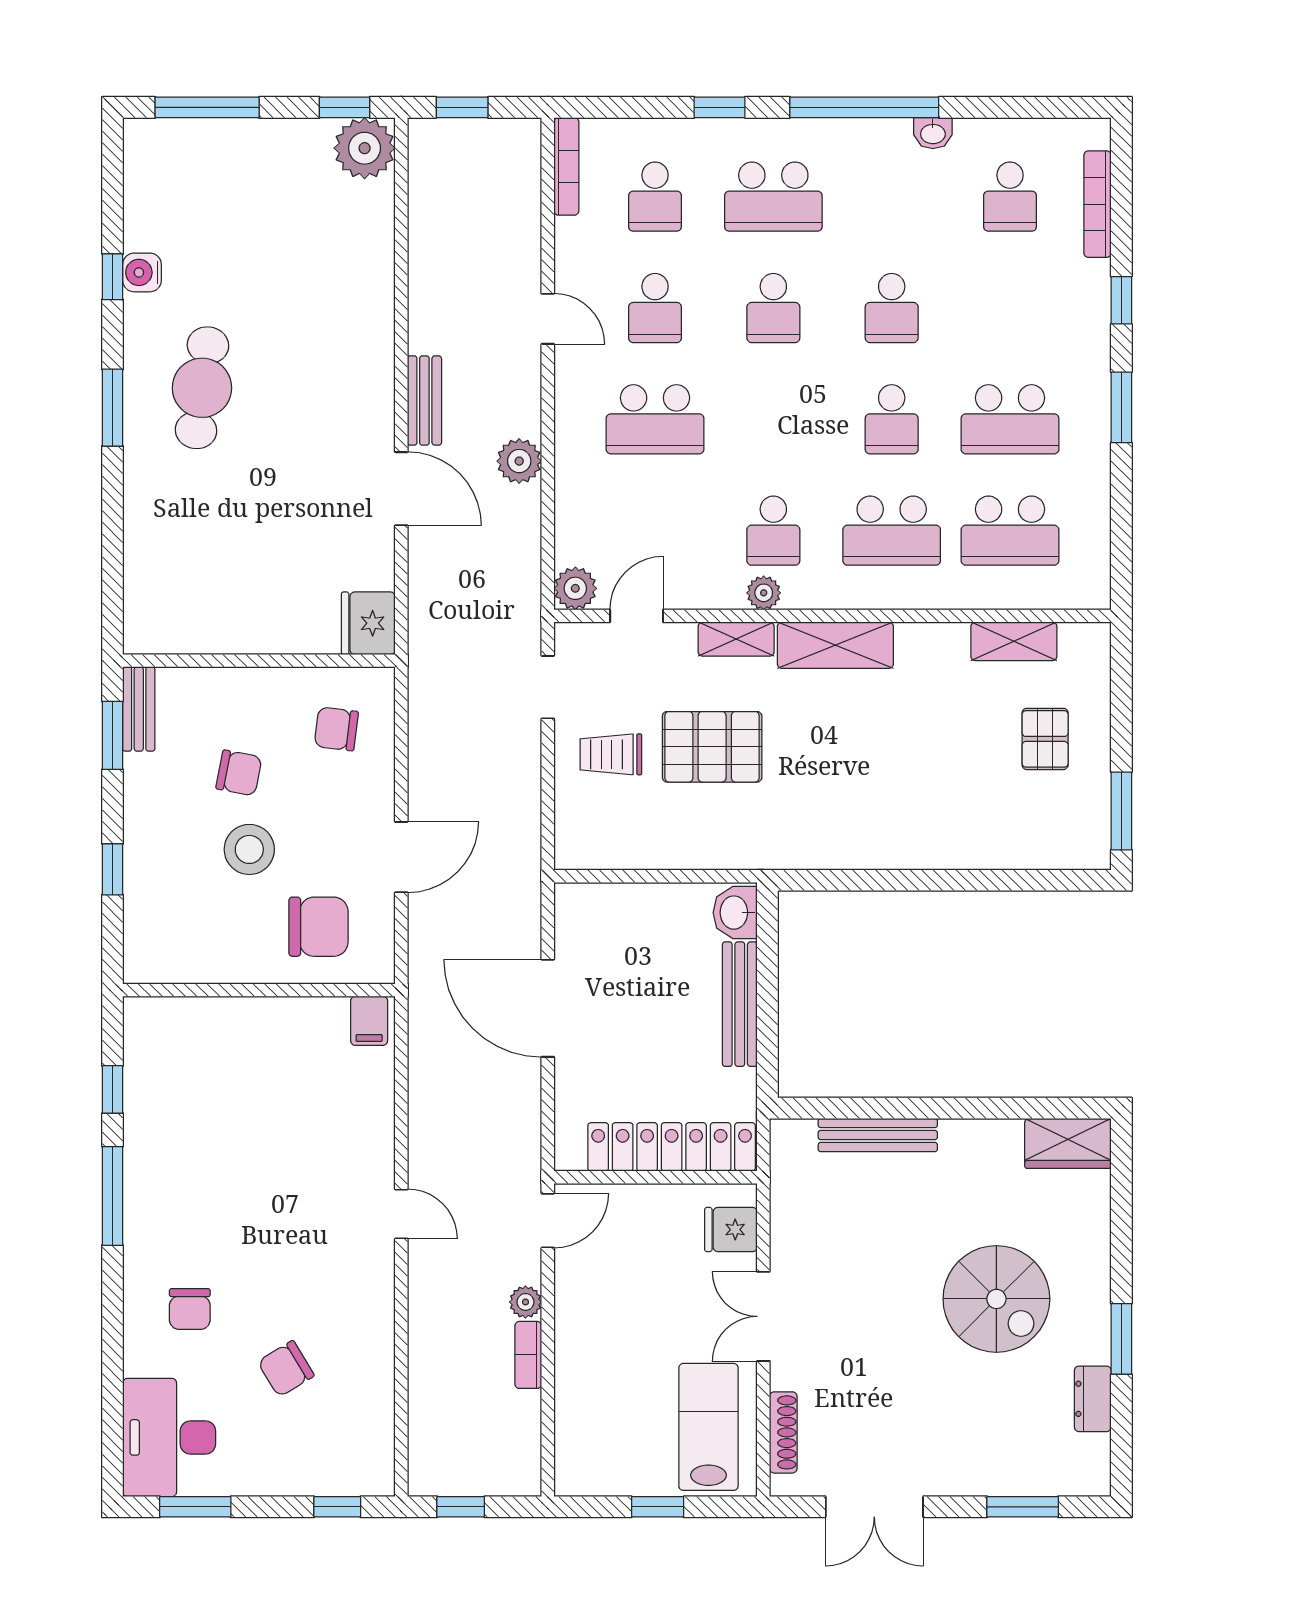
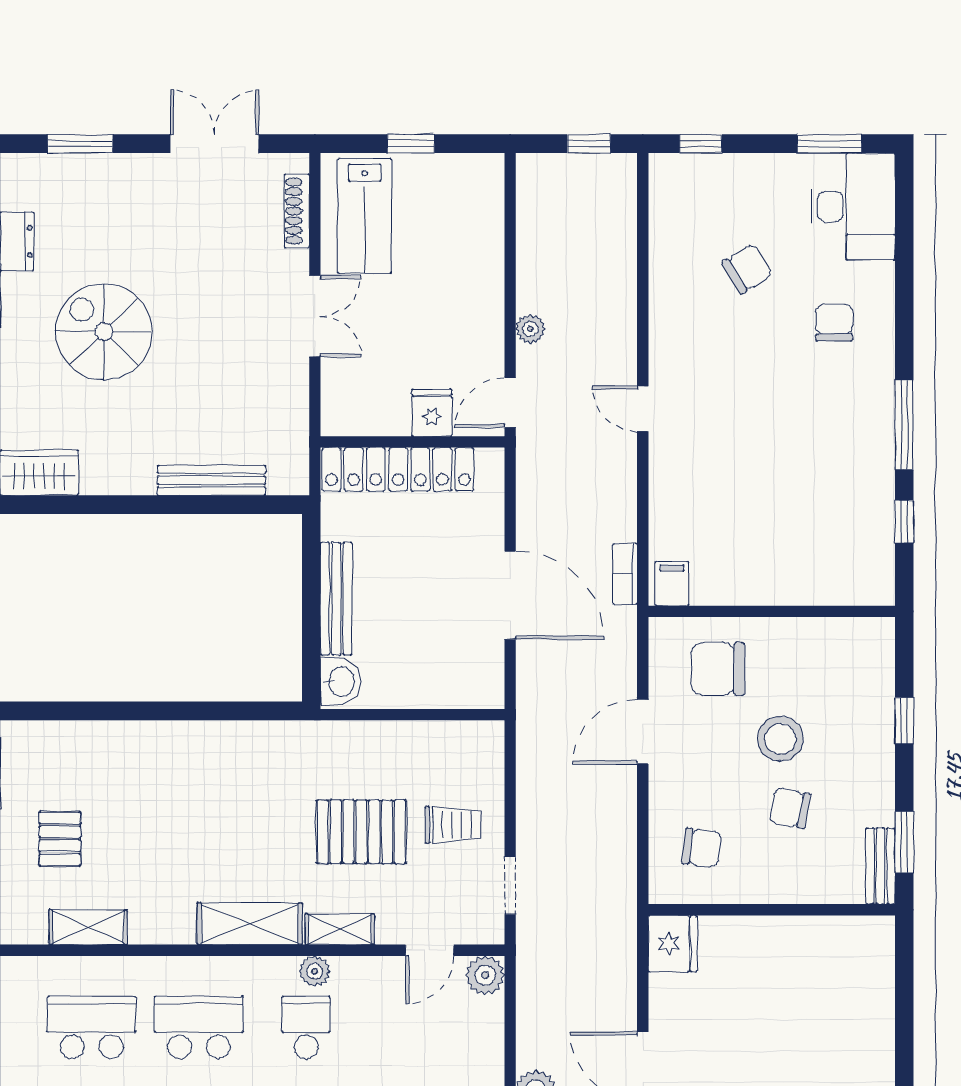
fridge: (731, 1230) -> (432, 413), moved, turned -90
bookcase: (528, 1355) -> (625, 574), moved, turned 180

